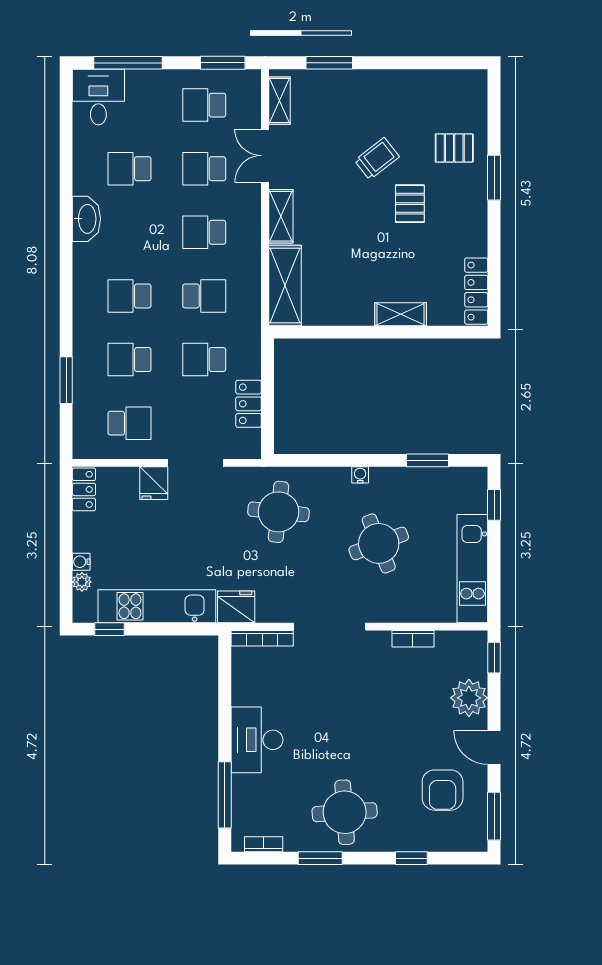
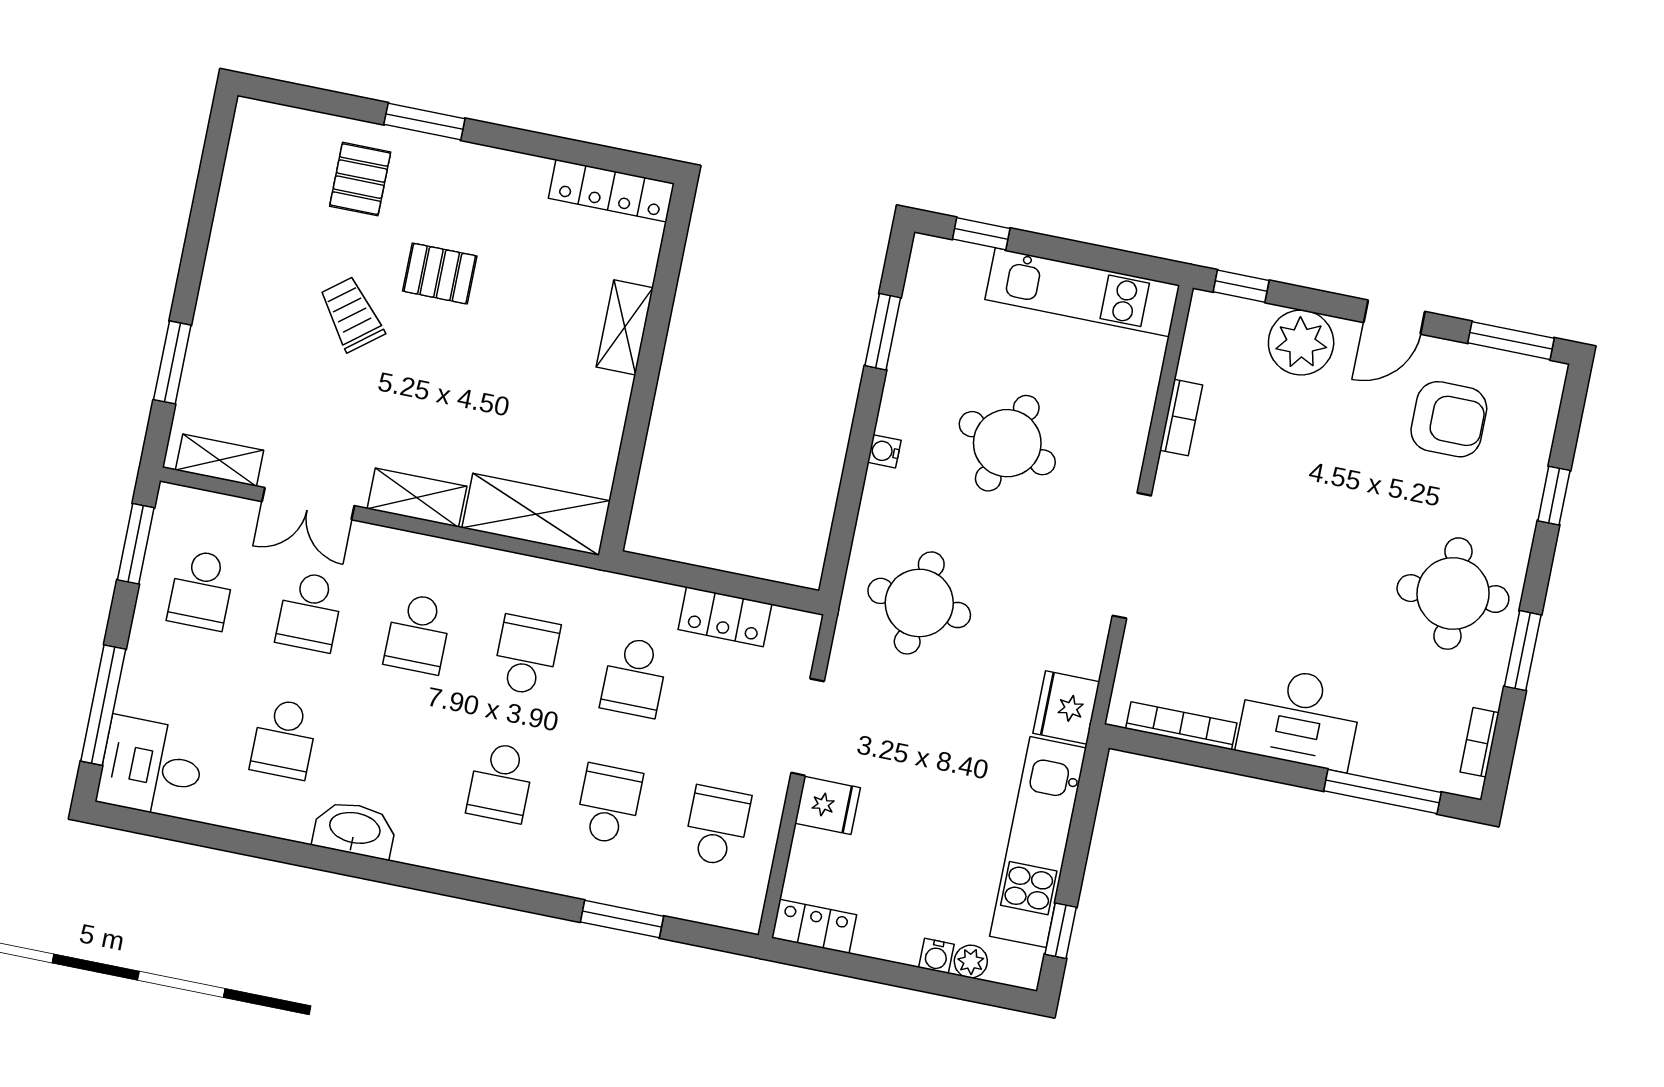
school desk: (129, 360) -> (609, 804), turned 180
round table: (379, 543) -> (1007, 443), turned 38
bookcase: (262, 638) -> (1181, 726), moved, turned -90

